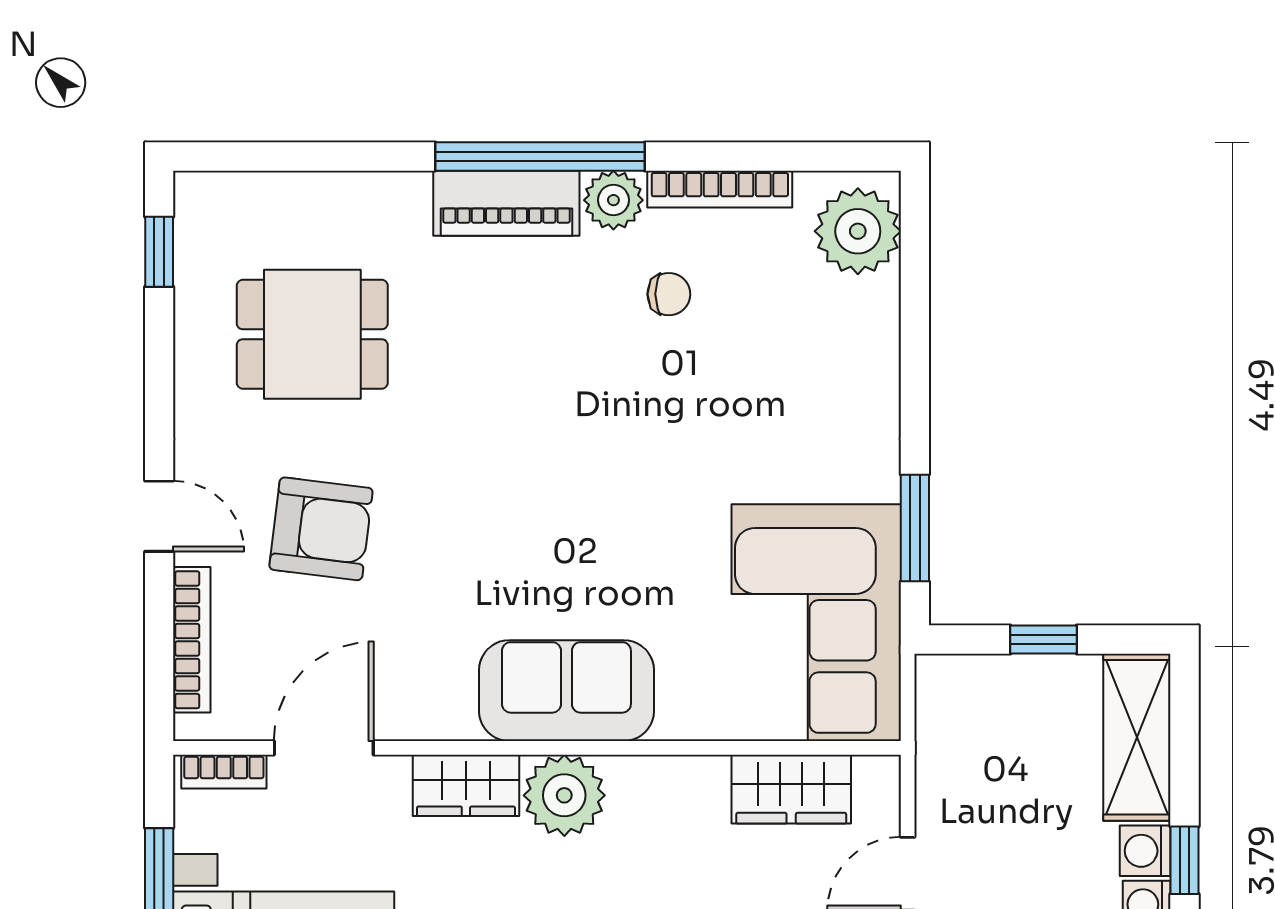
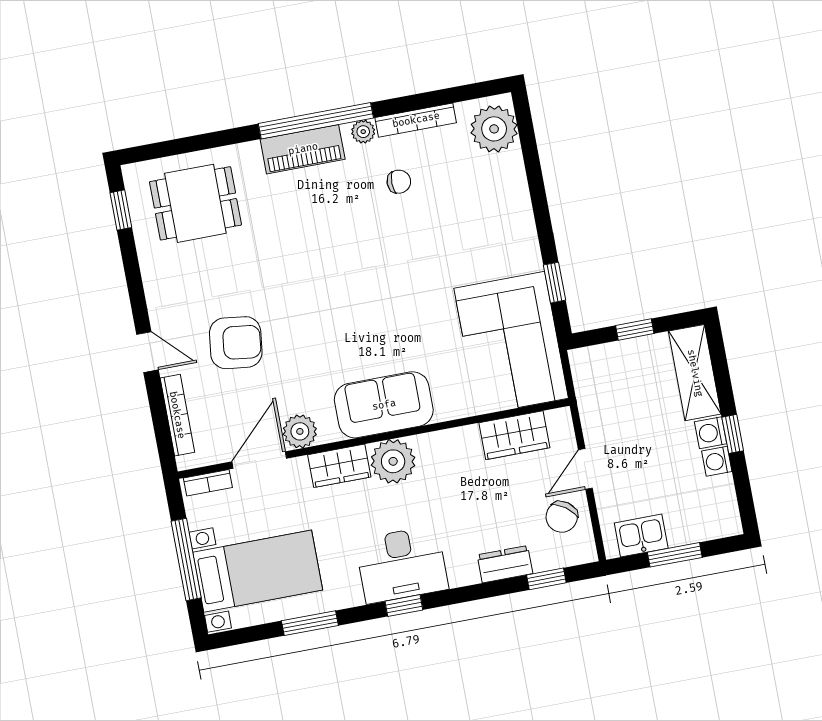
plant: (613, 200) -> (363, 132), width x0.73, depth x0.73
dining table: (312, 334) -> (195, 203), moved
window: (915, 528) -> (555, 283), width x0.67
plant: (407, 710) -> (300, 431), added

